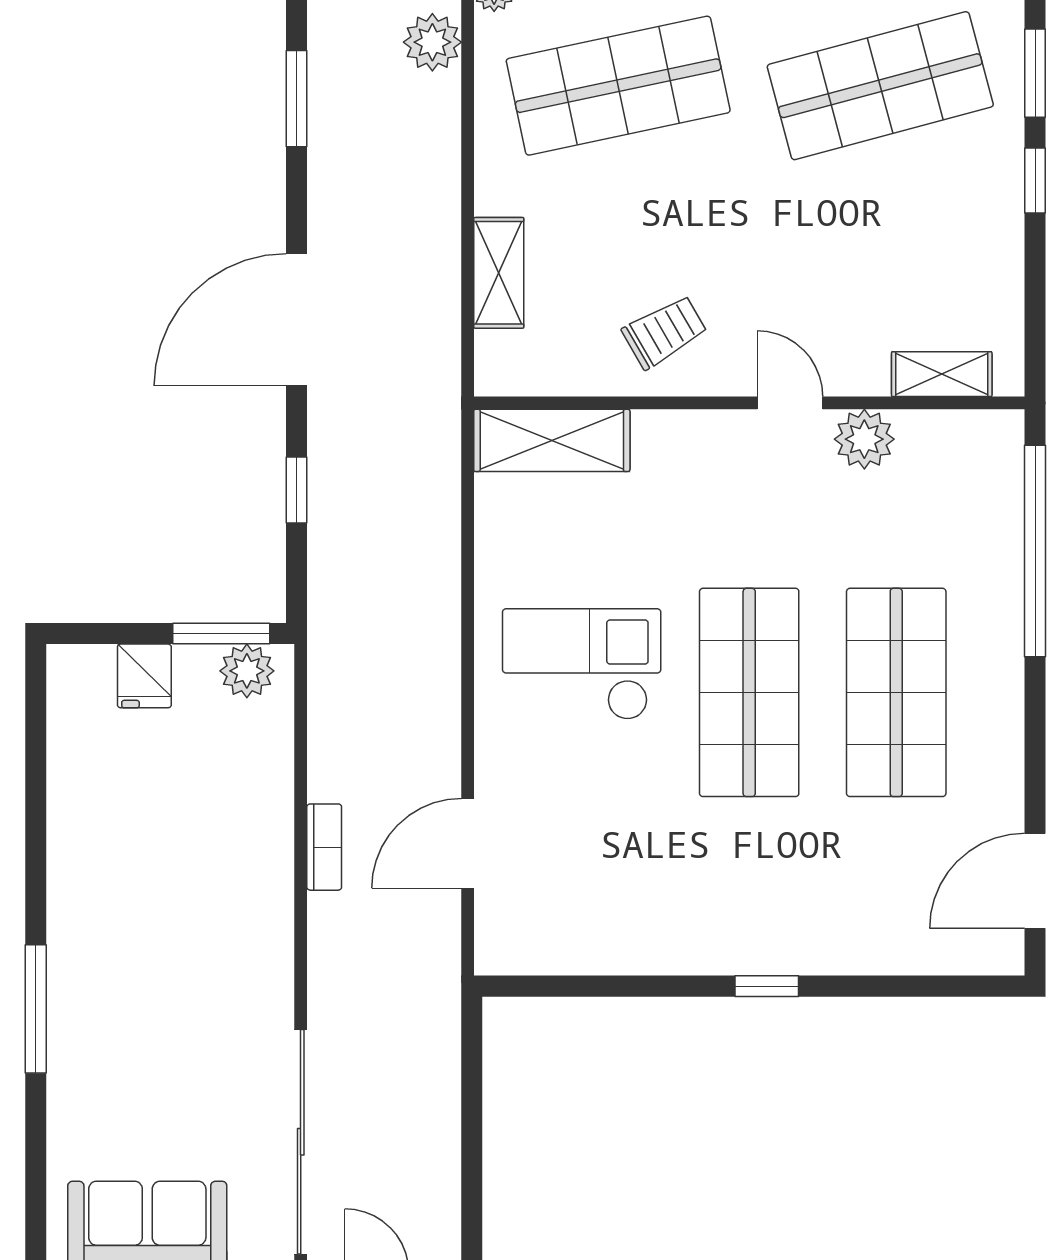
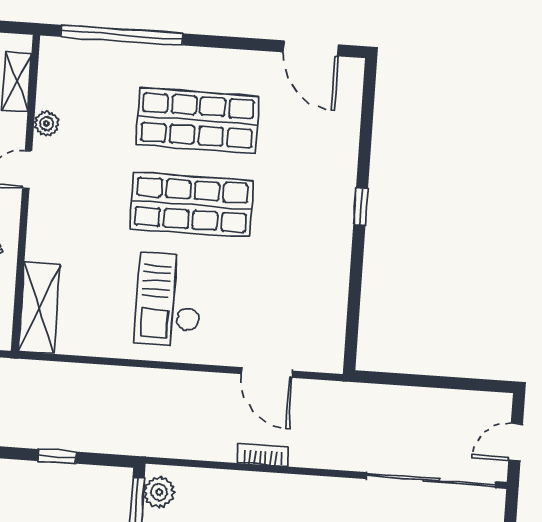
plant: (864, 439) -> (47, 124), width x0.73, depth x0.73

